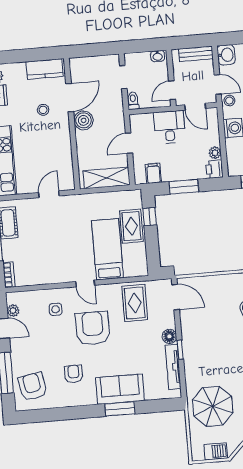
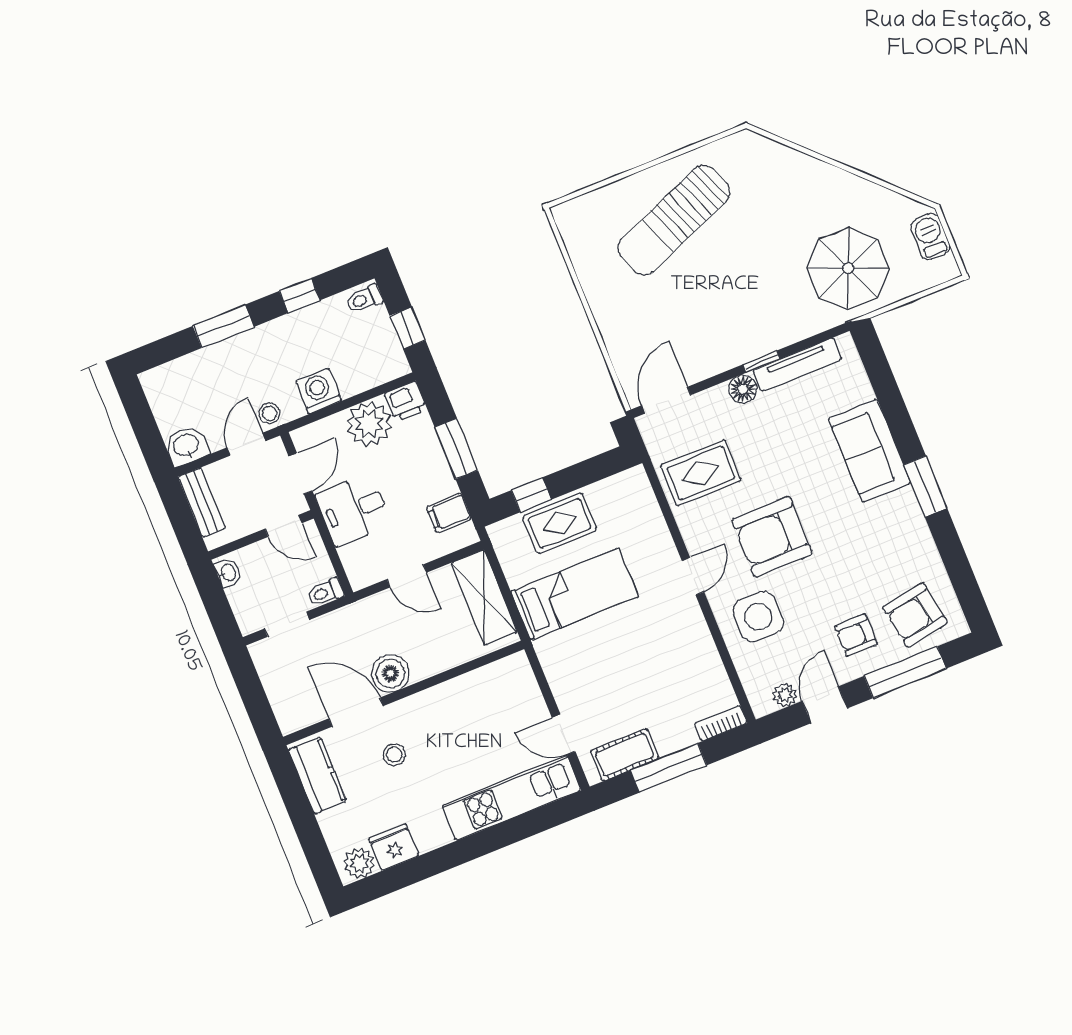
plant: (215, 153) -> (369, 424), width x1.88, depth x1.88
door: (49, 194) -> (564, 734), moved
bed: (107, 249) -> (574, 594), moved, turned 180
side table: (56, 309) -> (758, 617), width x1.87, depth x1.87
armchair: (74, 374) -> (856, 635), moved
window: (120, 409) -> (925, 487), moved

